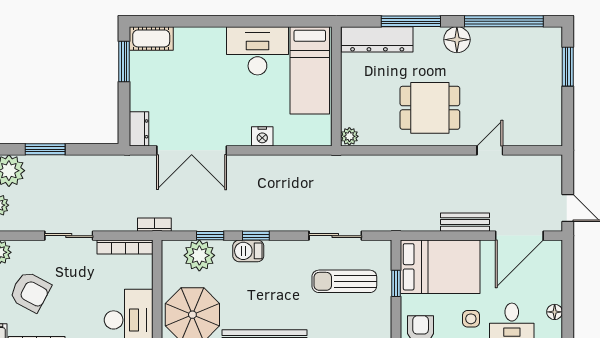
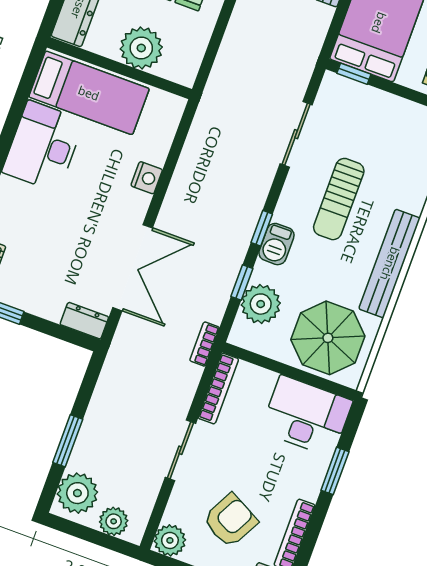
plant: (349, 136) -> (141, 48), moved, width x1.88, depth x1.88
sun lounger: (344, 281) -> (339, 199), moved
window: (396, 283) -> (354, 74), moved

